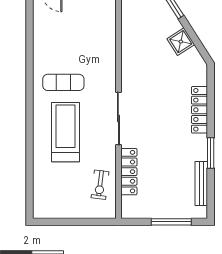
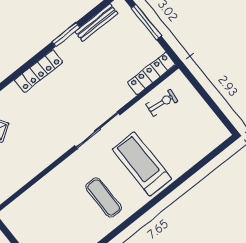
treadmill: (66, 132) -> (142, 164), turned 90
locker: (129, 172) -> (152, 73), moved

